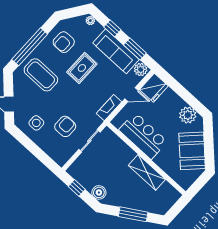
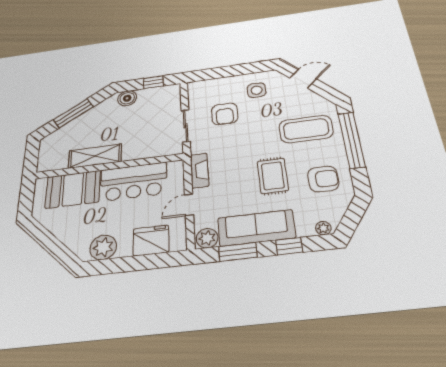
armchair: (64, 42) -> (323, 179), turned 90
fridge: (154, 88) -> (151, 240), moved, turned 90
booth: (192, 151) -> (73, 189), moved, turned -45

